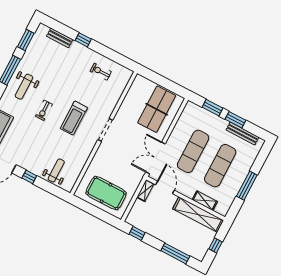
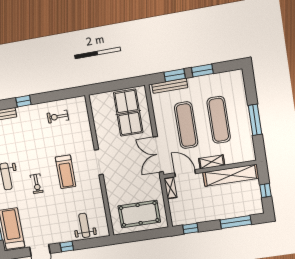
bench: (242, 134) -> (170, 86), moved
shelving: (205, 201) -> (212, 162), moved

